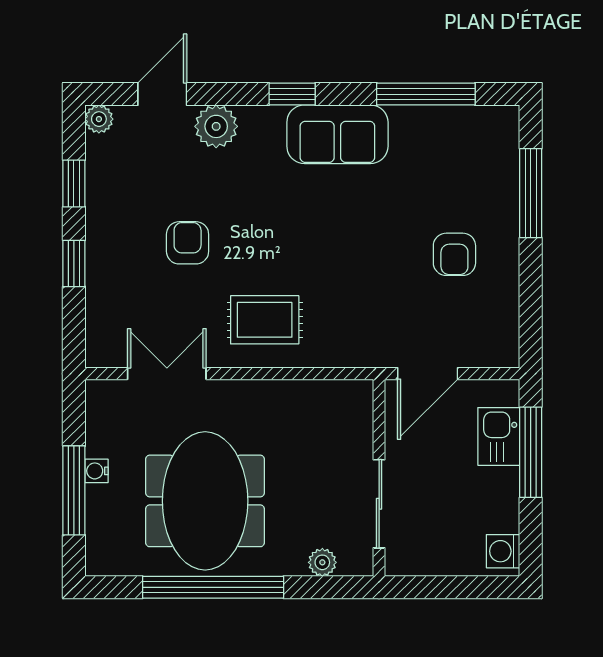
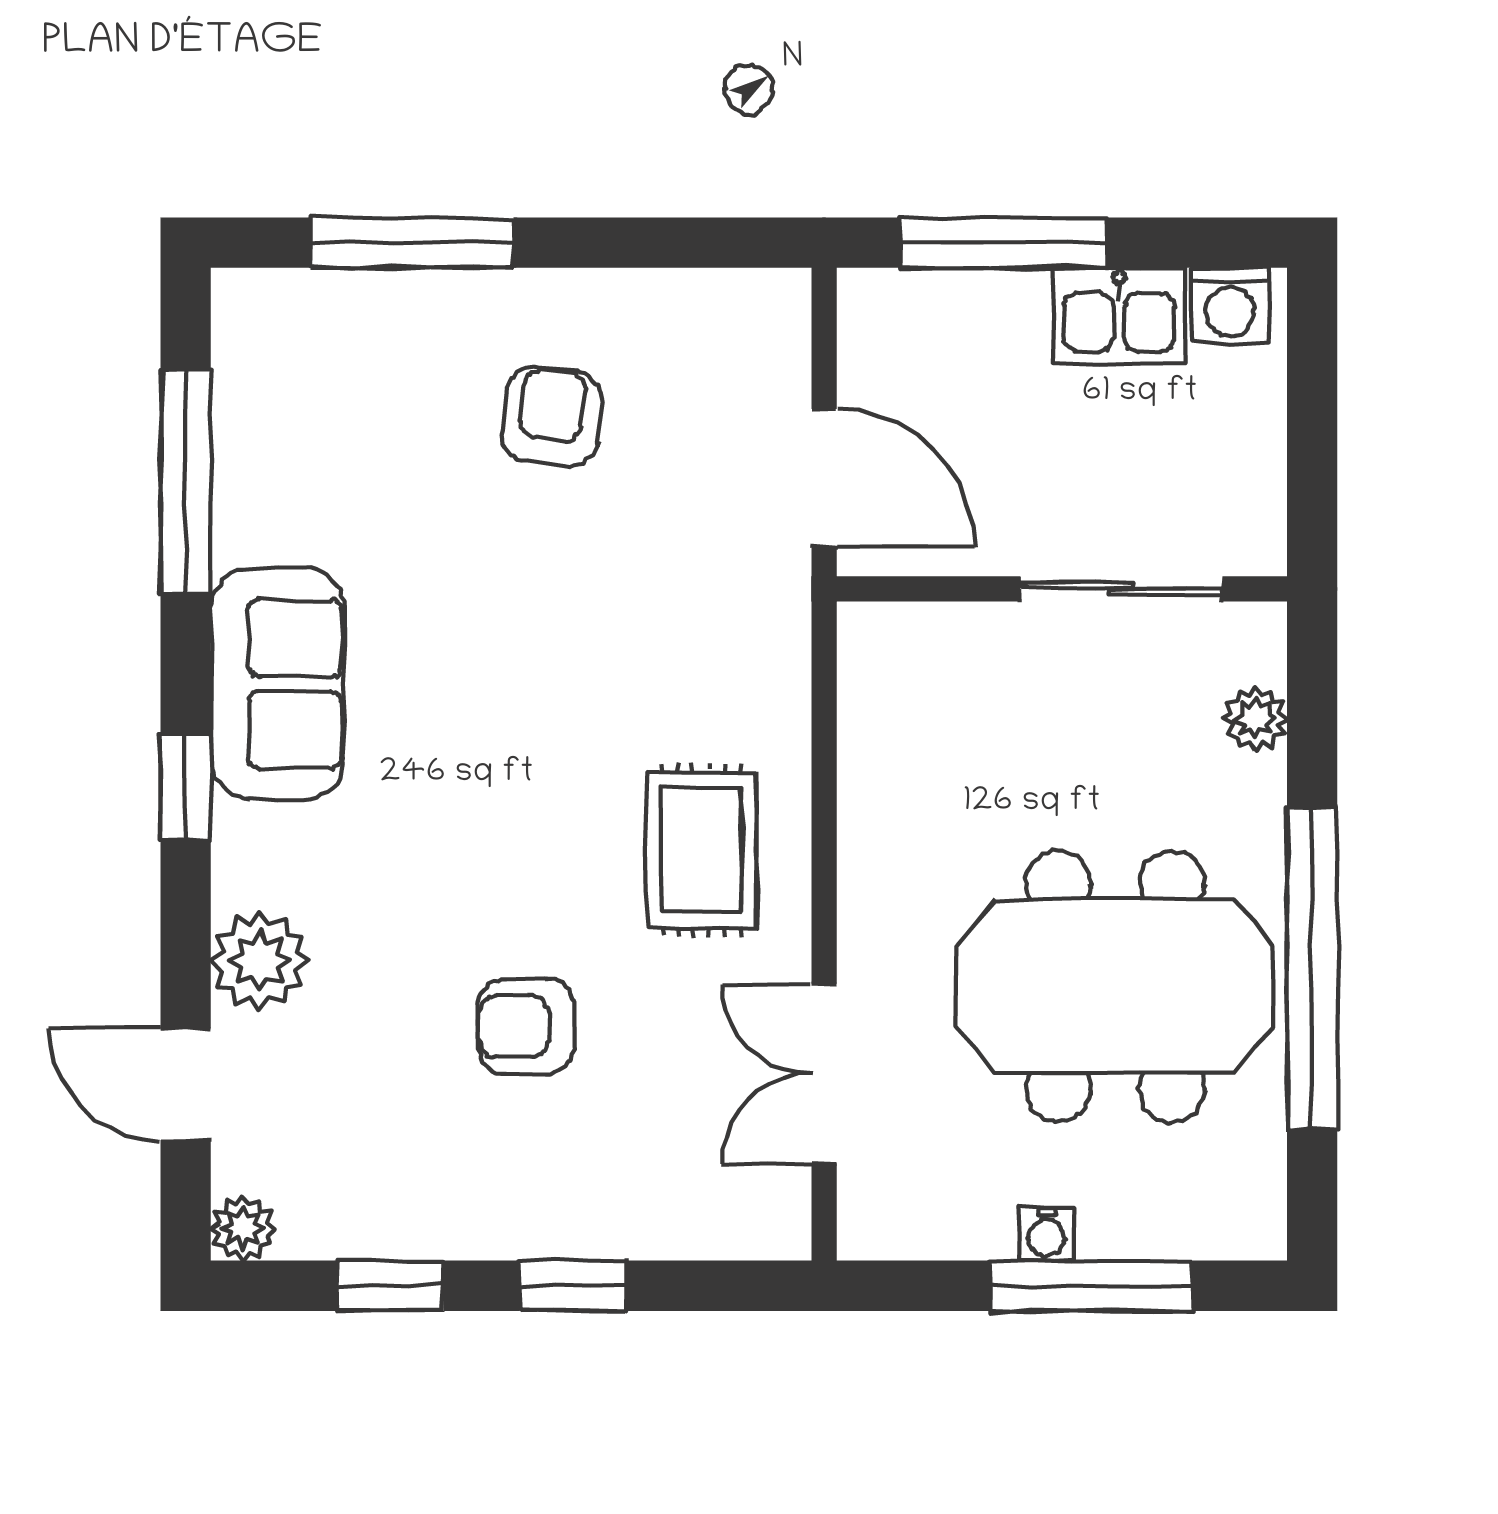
armchair: (454, 254) -> (552, 417), turned -83
kitchen sink: (499, 436) -> (1119, 316), moved

